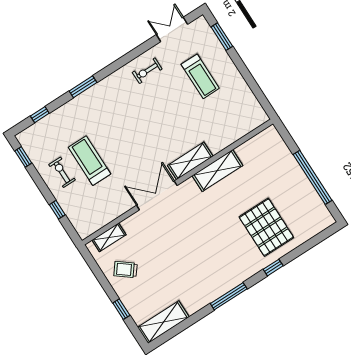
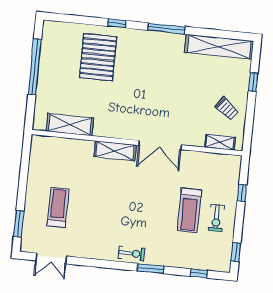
exercise bike: (147, 71) -> (131, 253), moved
shelving: (217, 171) -> (70, 125), moved
shelving: (163, 322) -> (219, 47), width x1.47

